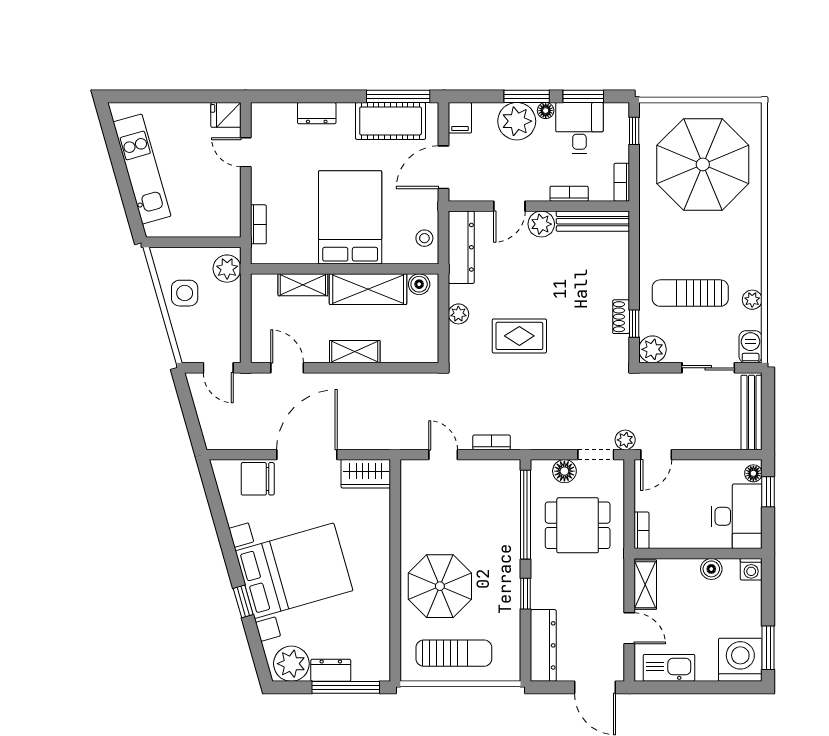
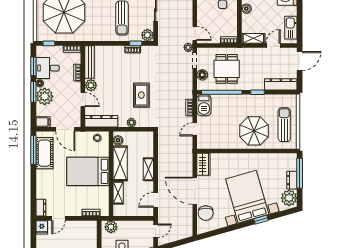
dresser: (317, 113) -> (41, 208), moved
barbecue: (497, 475) -> (204, 105), added

